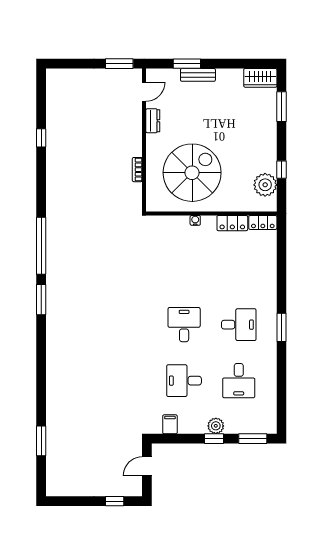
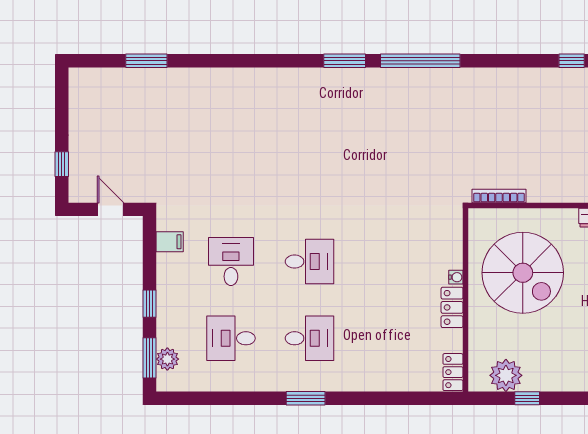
bookcase: (137, 170) -> (499, 196), moved, width x1.56
locker: (232, 223) -> (452, 307), moved
desk: (239, 325) -> (310, 338), turned -90
plant: (216, 426) -> (167, 359), moved

